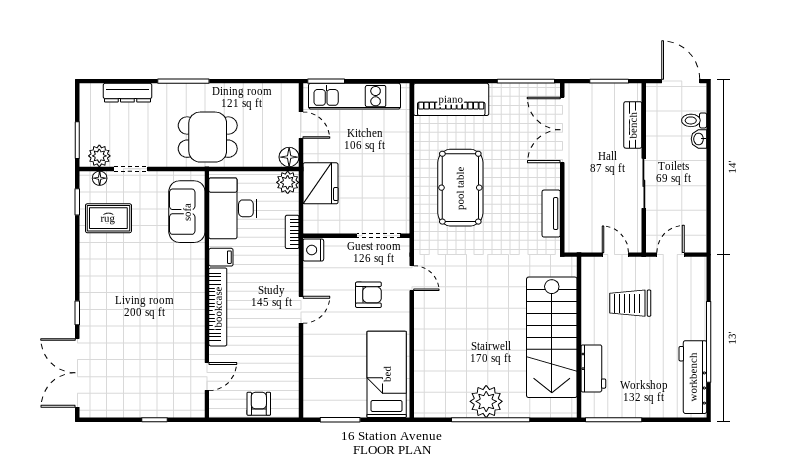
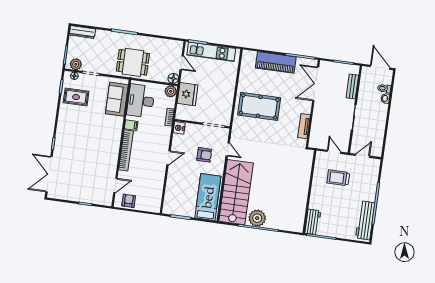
dresser: (127, 93) -> (82, 32), moved
piano: (451, 99) -> (276, 62), moved
pool table: (460, 188) -> (259, 106), turned 90
stairs: (552, 337) -> (236, 192), moved, turned 180
workbench: (593, 368) -> (313, 222), moved
armchair: (259, 404) -> (129, 201), moved

